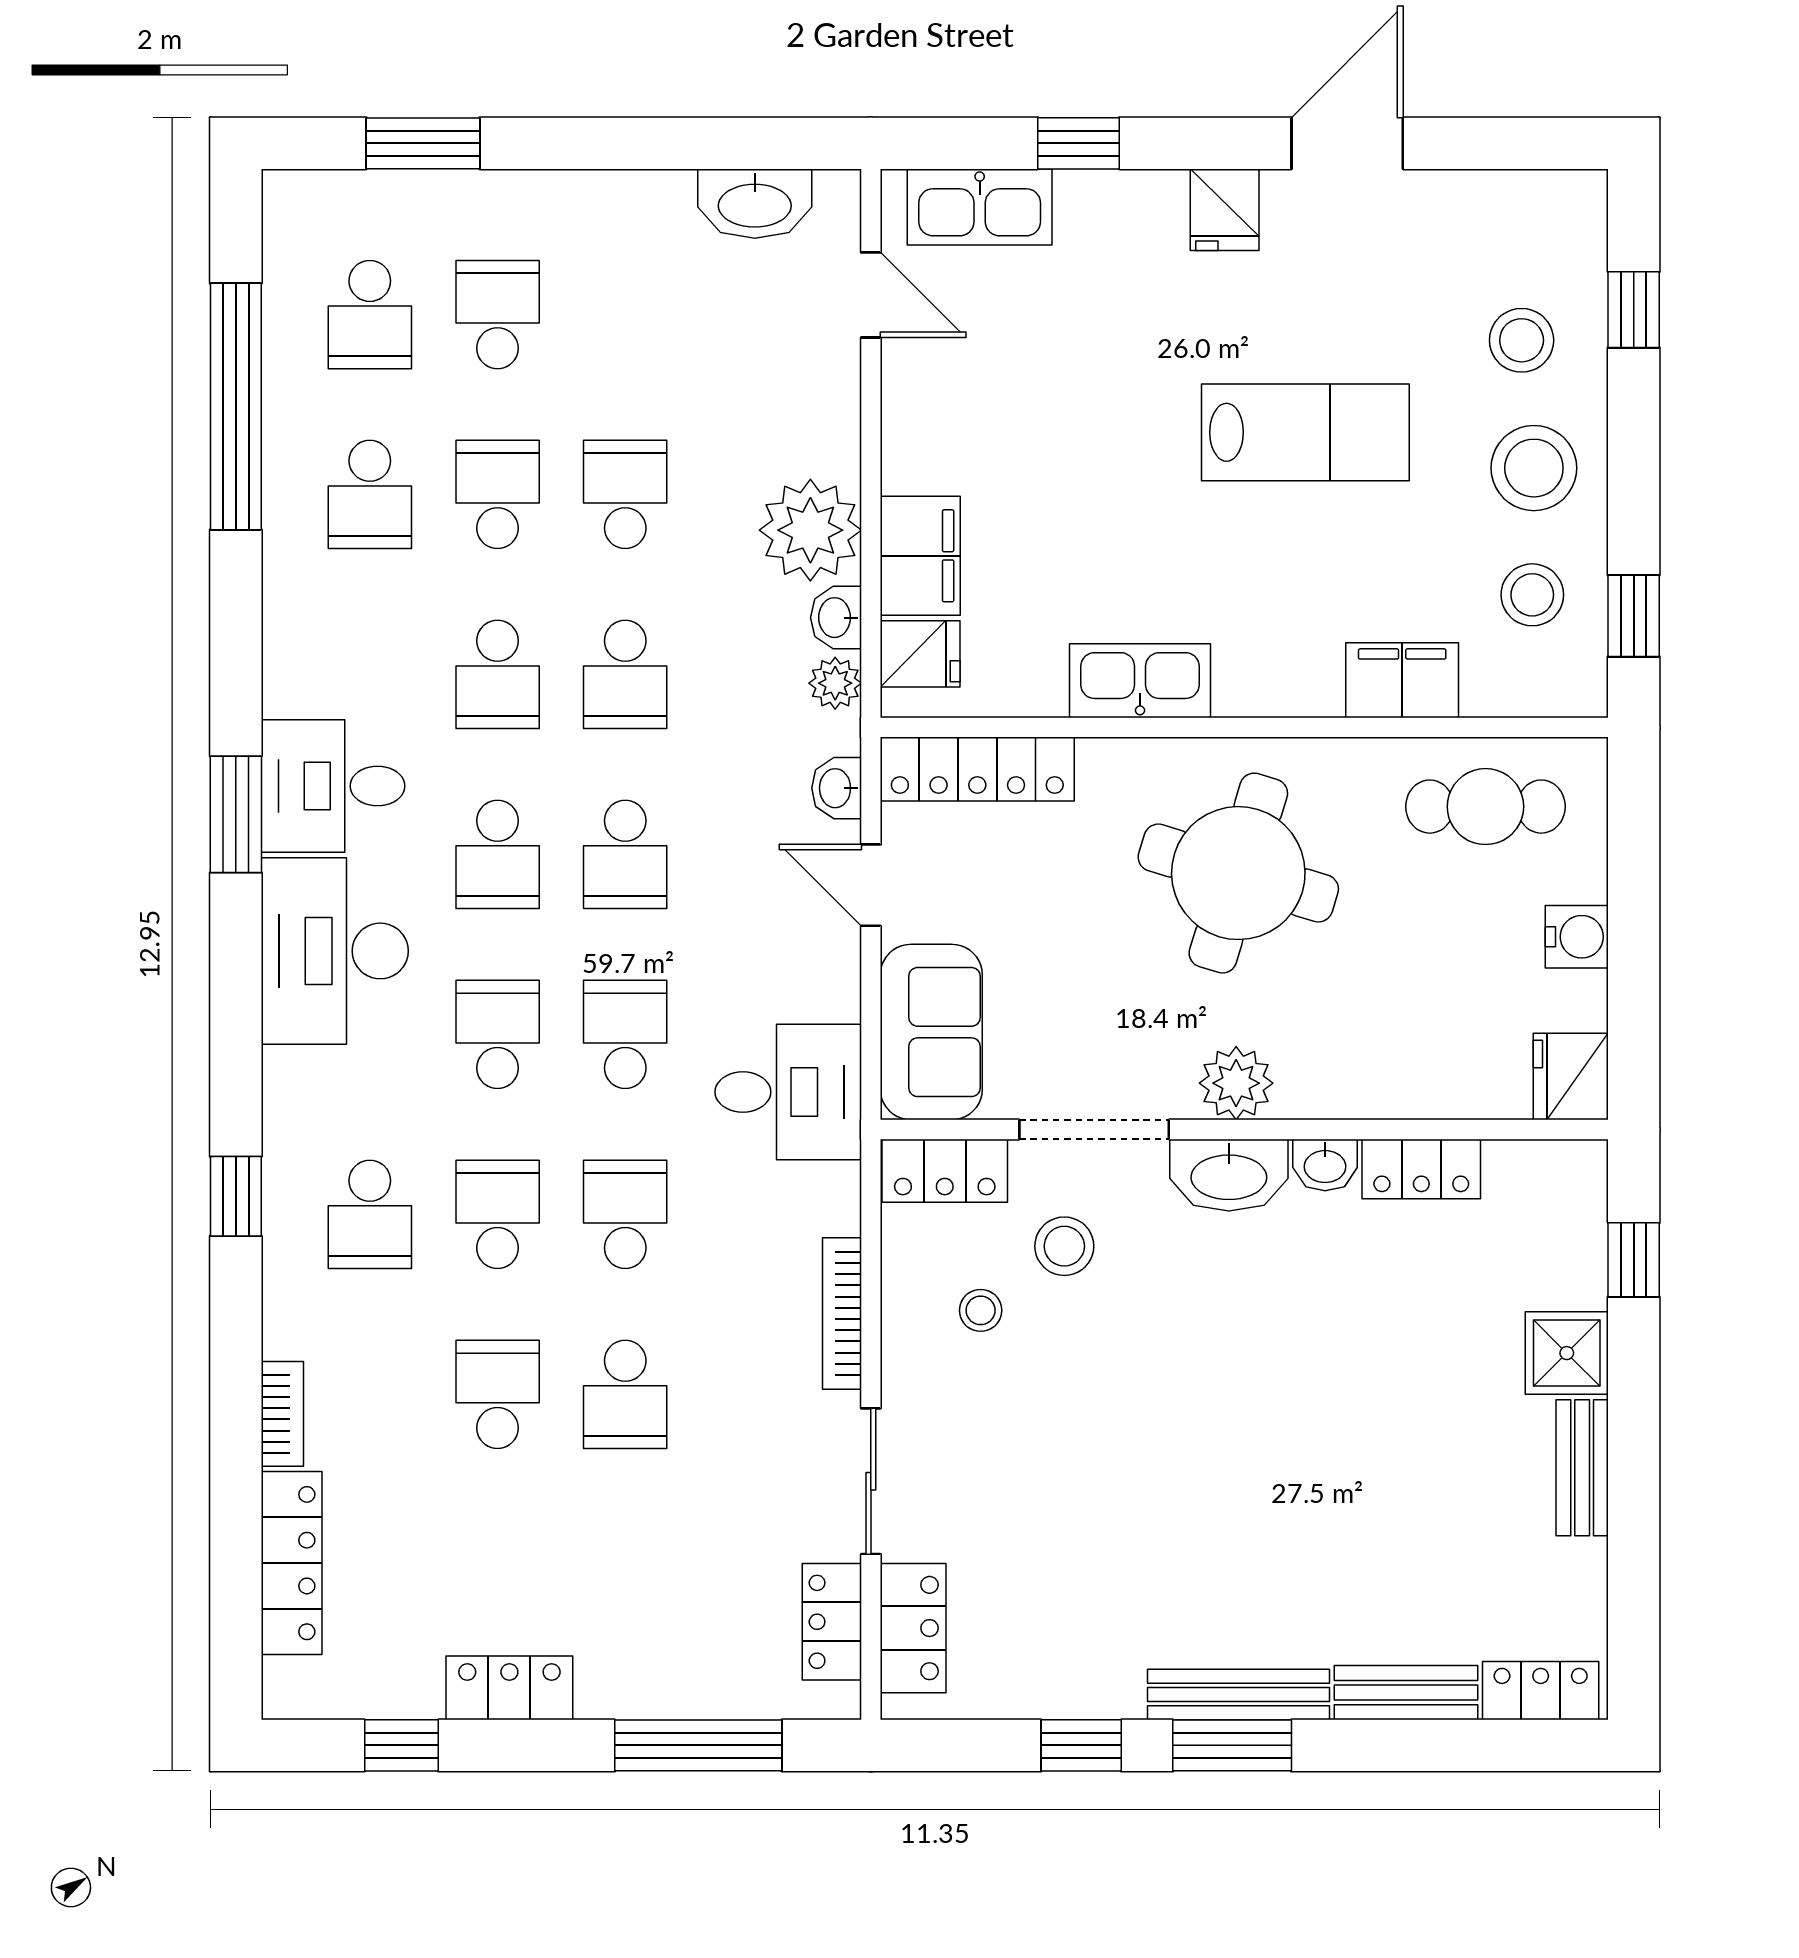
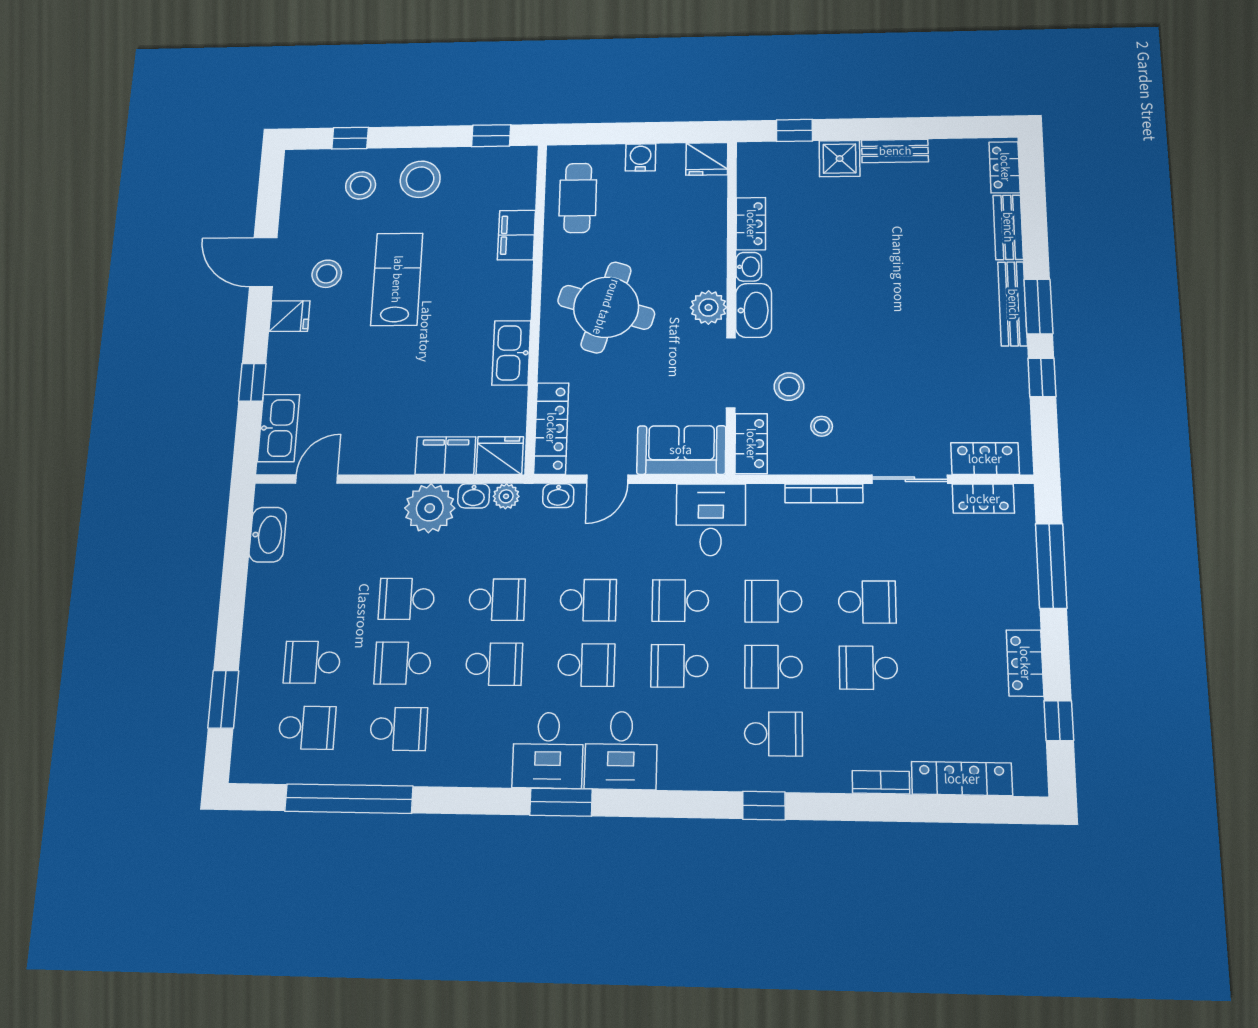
stool: (1532, 595) -> (327, 274), moved
fridge: (920, 654) -> (500, 456), width x1.38
desk: (335, 951) -> (621, 750), width x0.73

